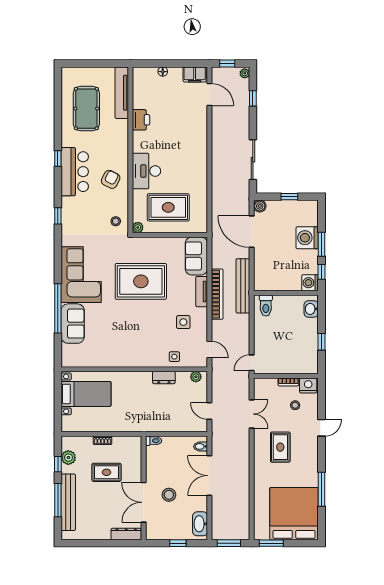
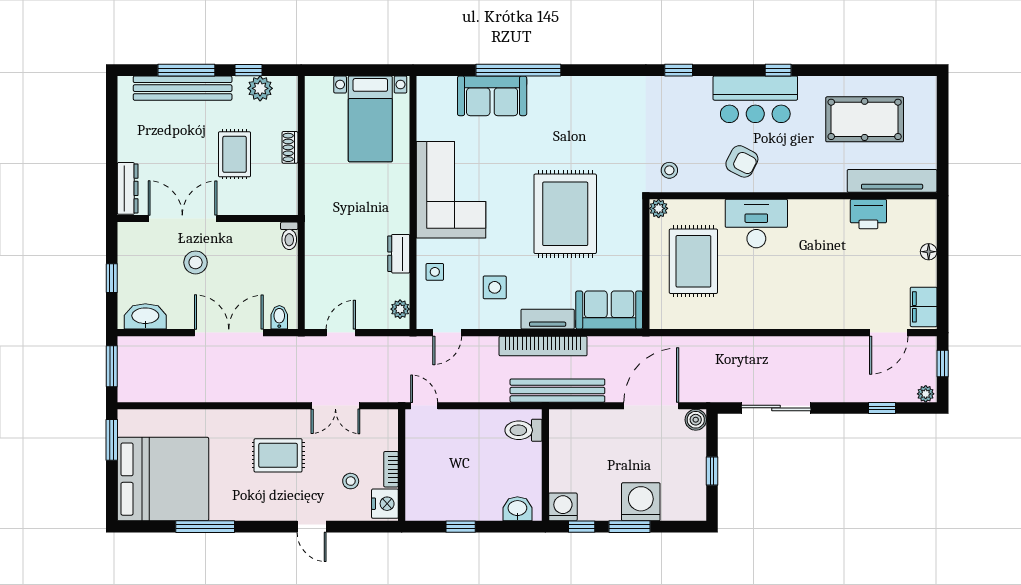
printer: (141, 120) -> (868, 214), moved
corner sofa: (81, 275) -> (451, 190), moved, turned -90

